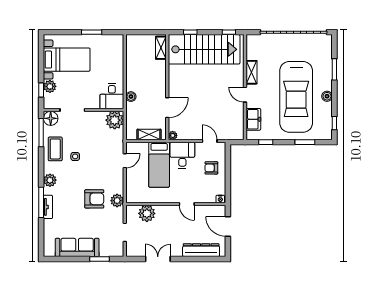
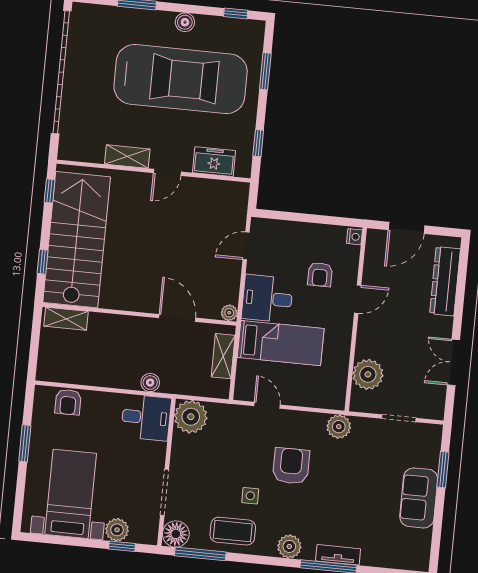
armchair: (116, 53) -> (68, 402), added
armchair: (211, 168) -> (320, 274), moved
armchair: (94, 199) -> (291, 466), moved
sofa: (77, 247) -> (419, 498), width x0.73

